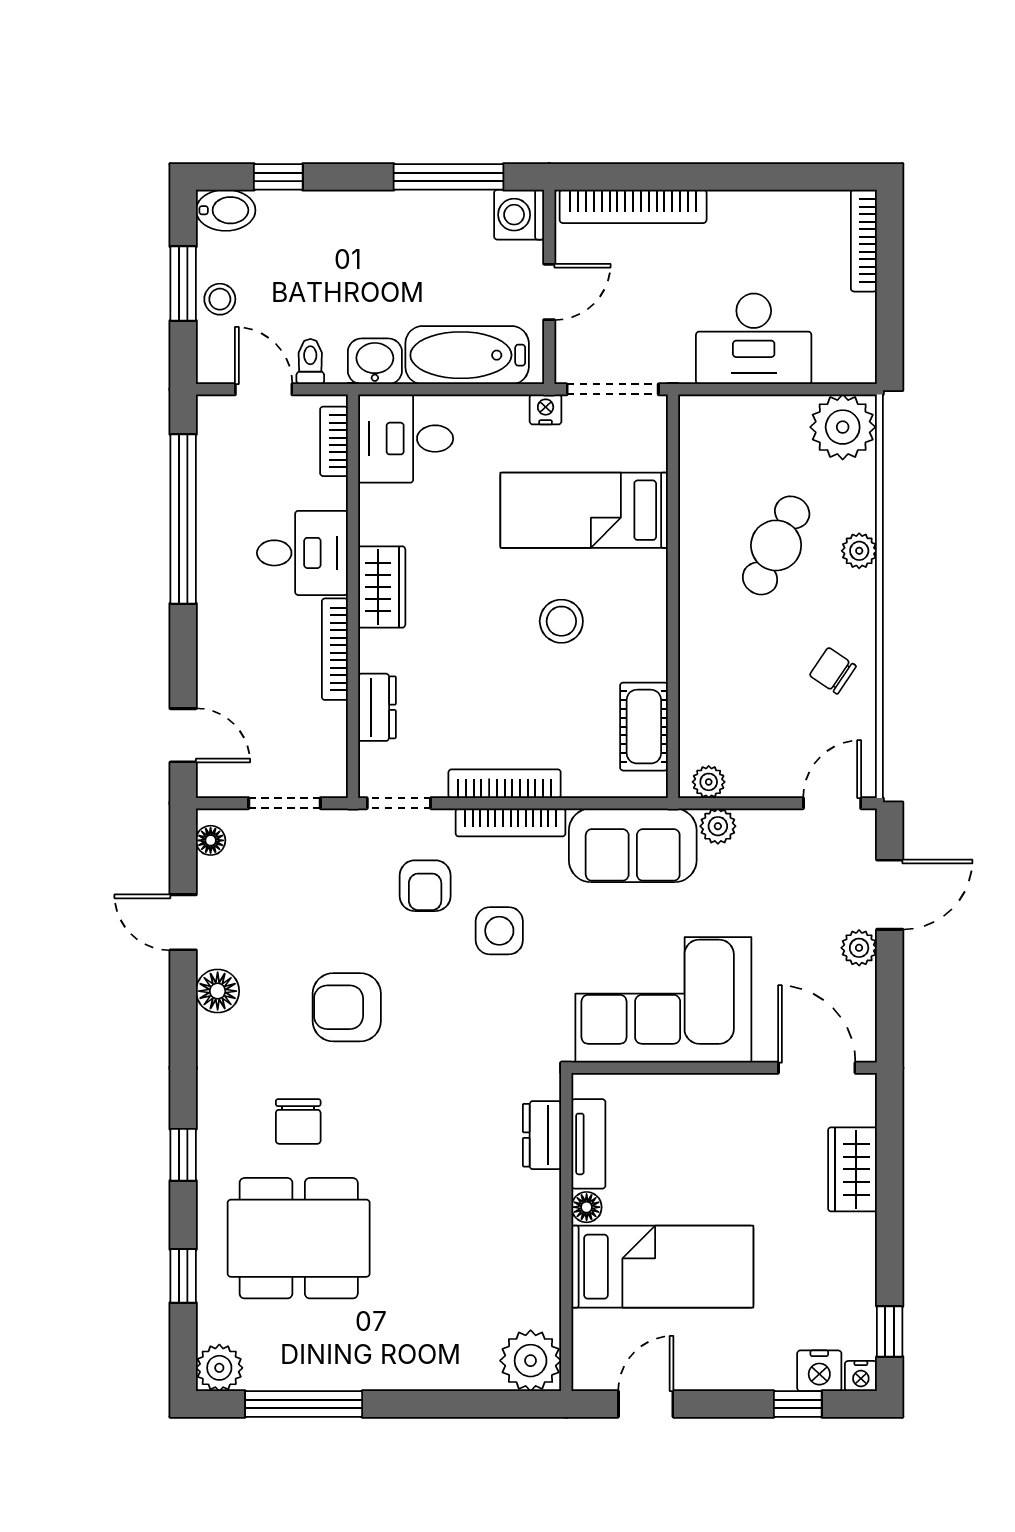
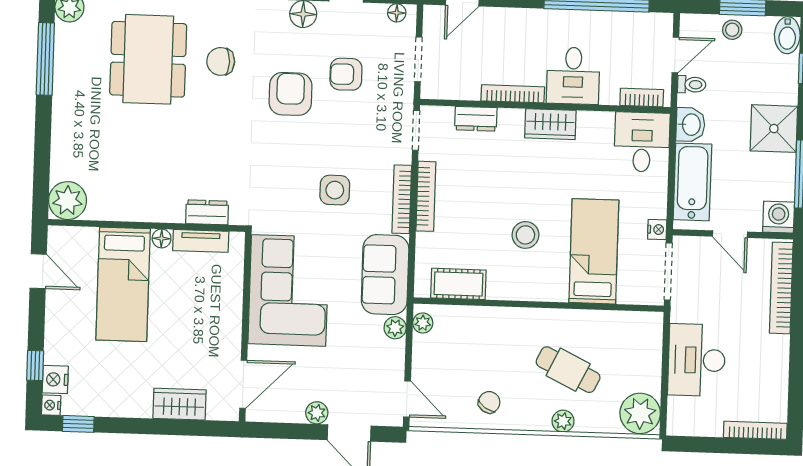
shower: (377, 227) -> (774, 129), added
armchair: (425, 886) -> (346, 74), moved

